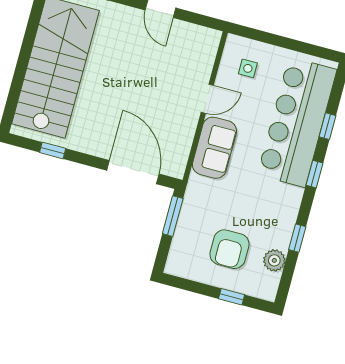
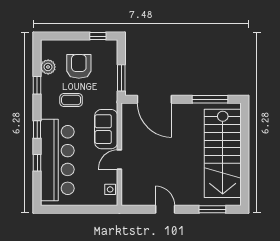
side table: (248, 68) -> (110, 189), moved
window: (53, 150) -> (210, 99), width x2.17
coffee table: (254, 204) -> (71, 100), added
window: (232, 297) -> (98, 36), moved

